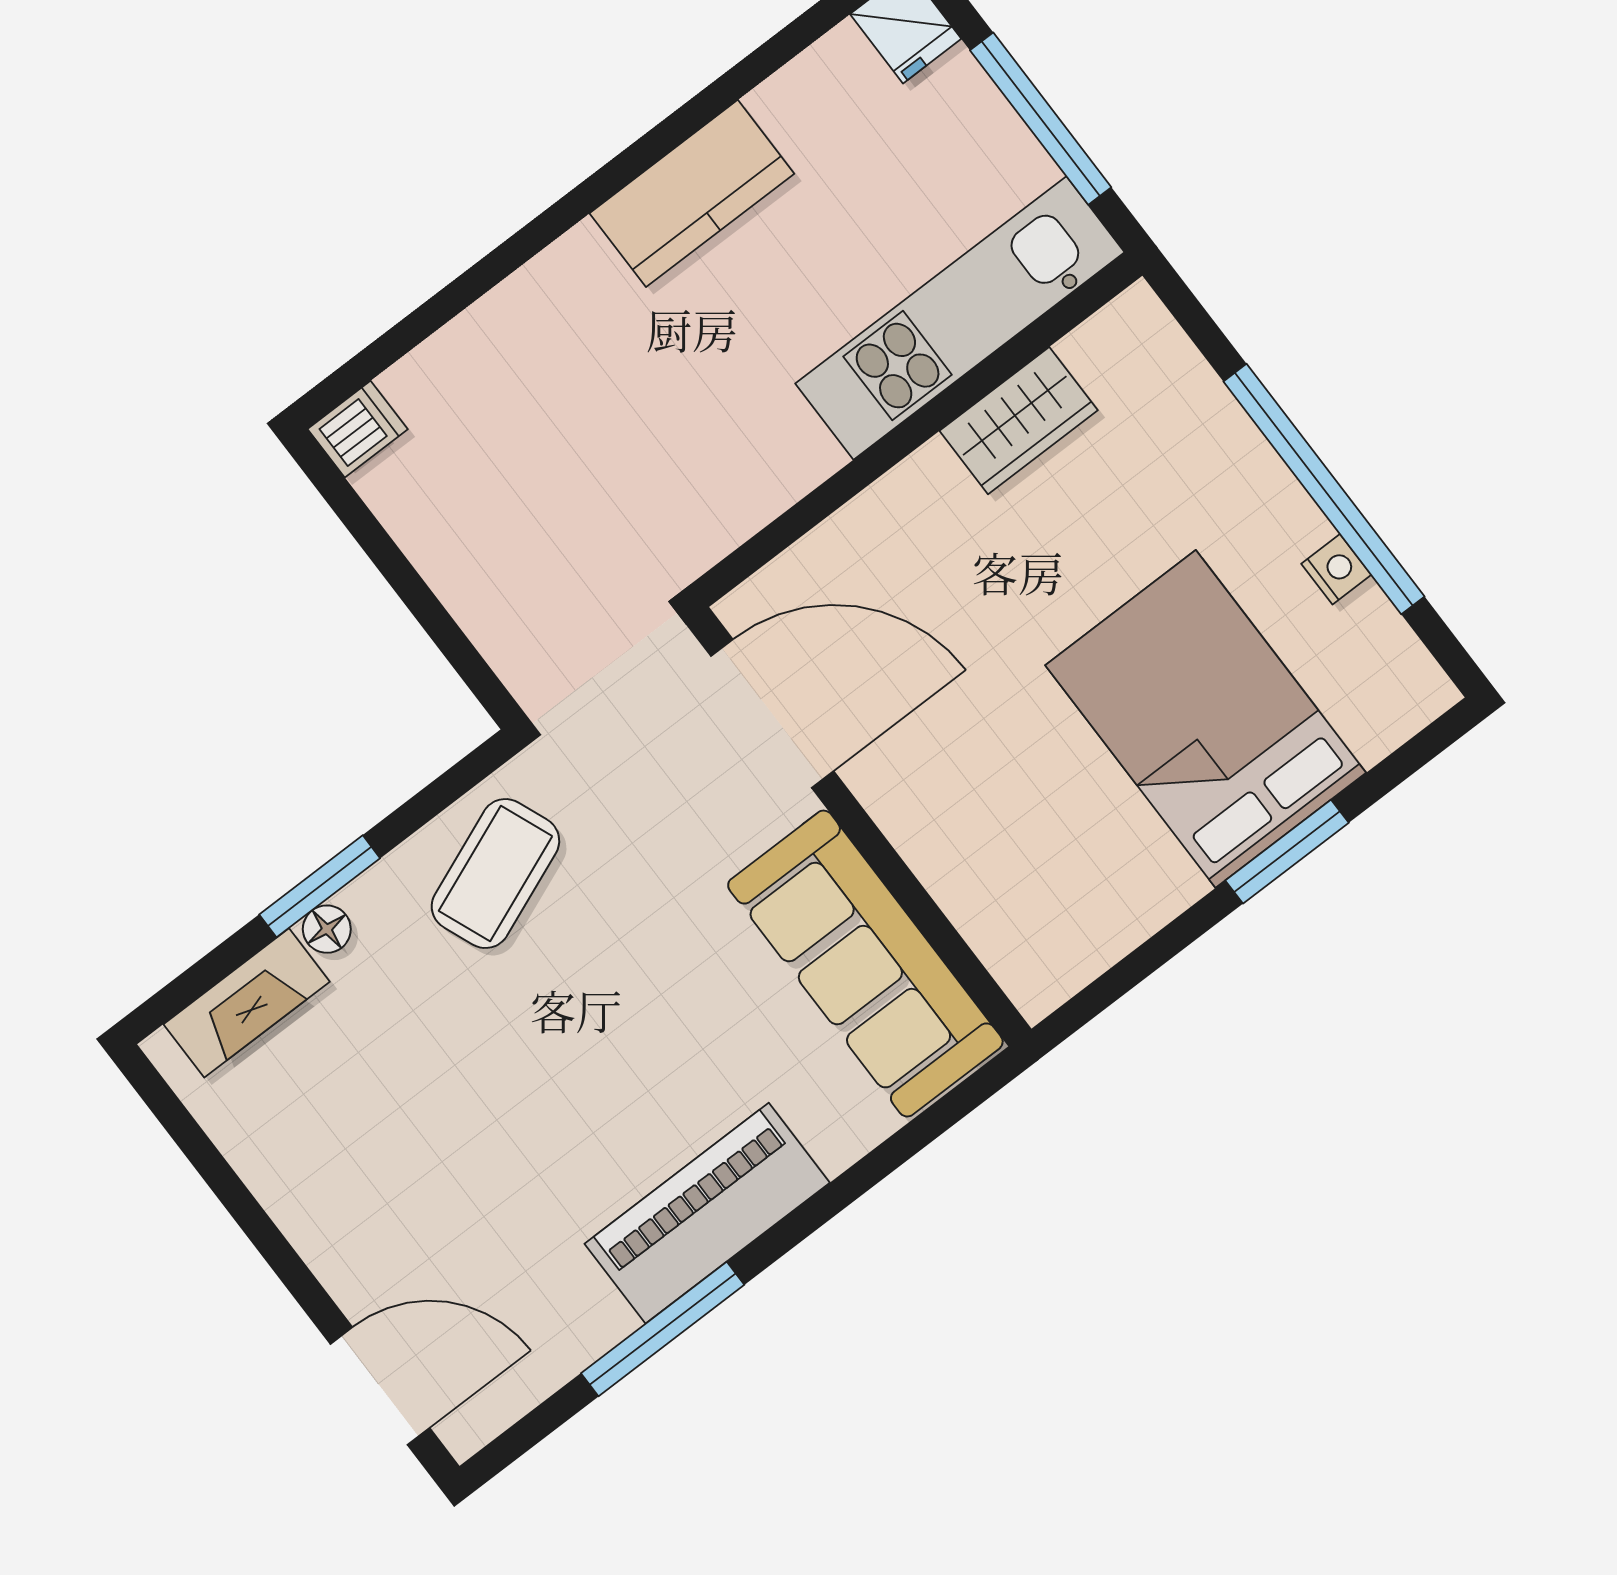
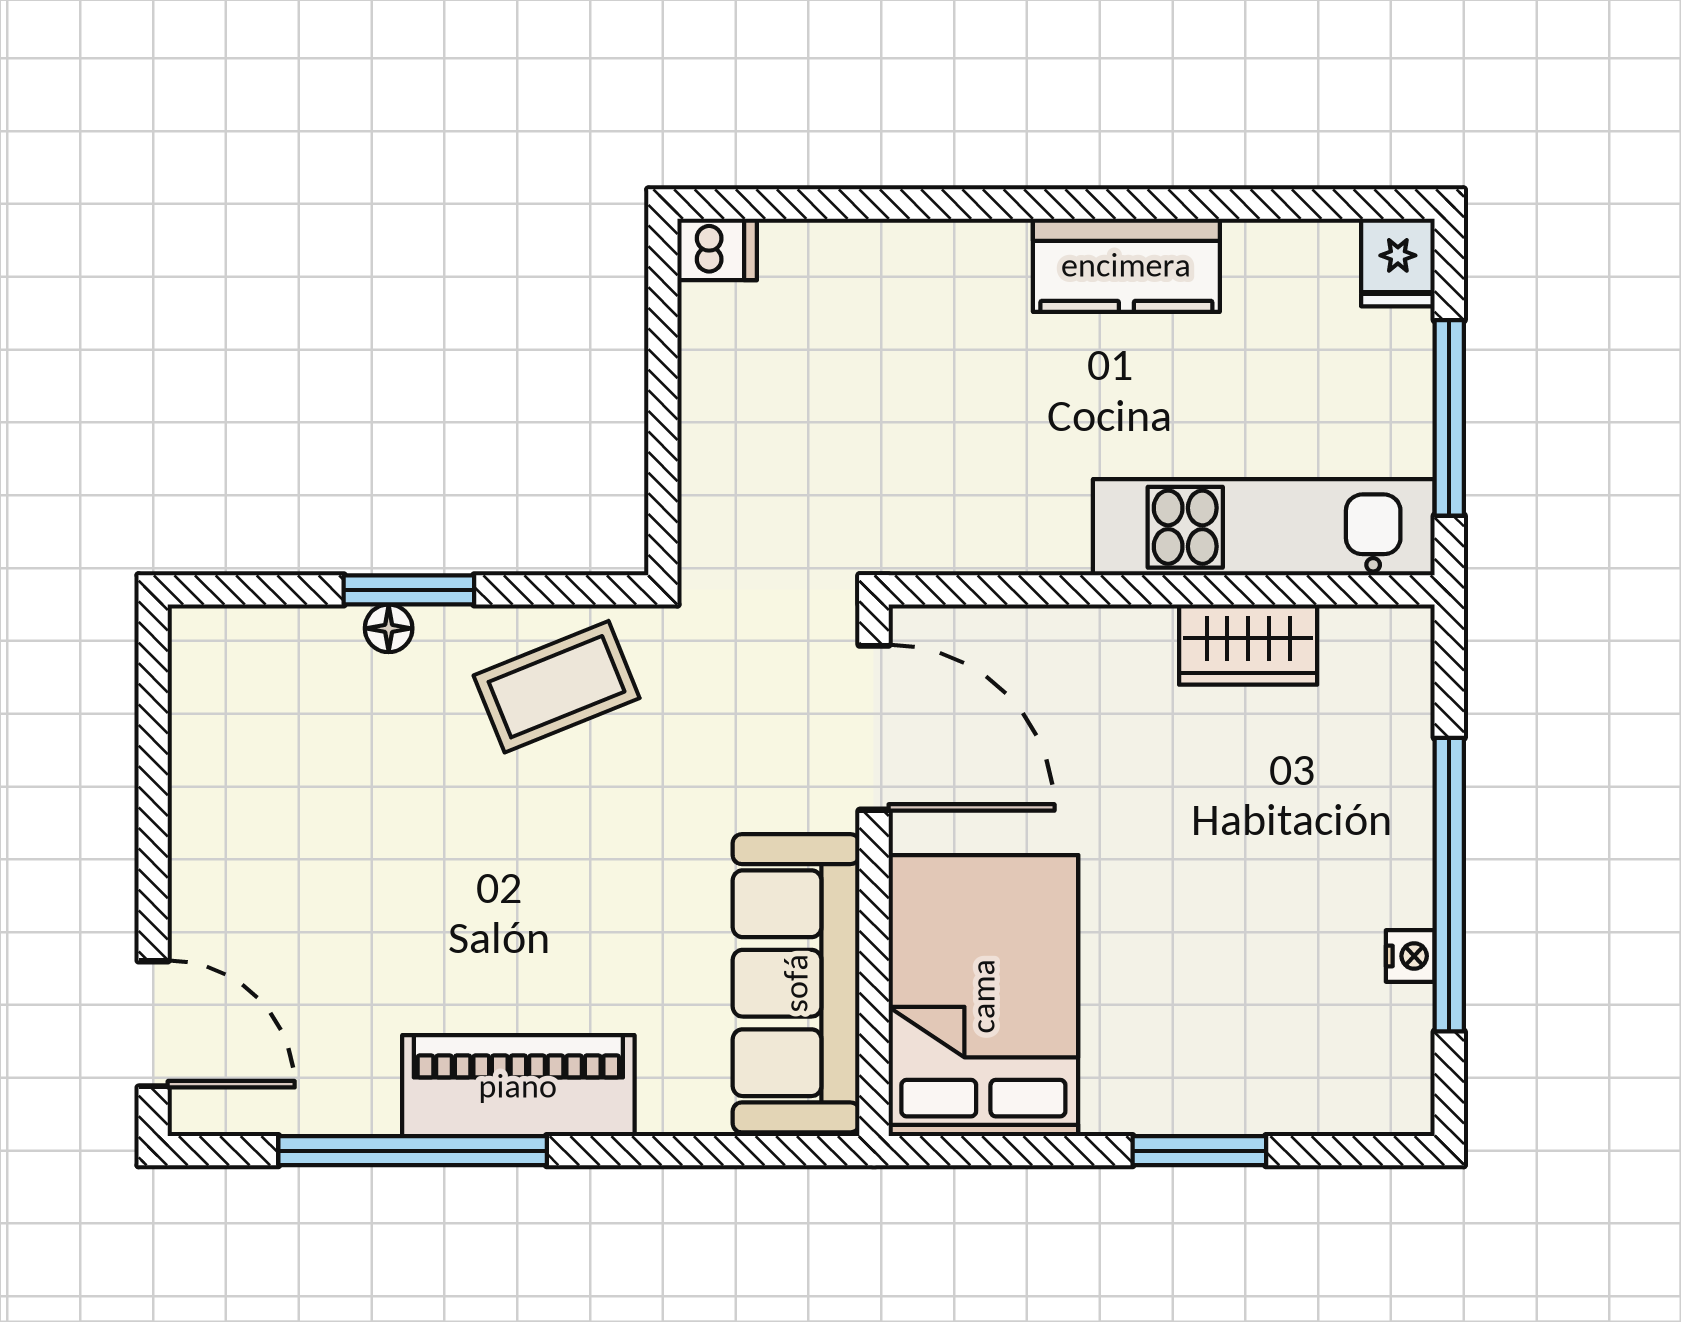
bed: (1206, 719) -> (983, 996), moved
fireplace: (247, 1003) -> (280, 638), removed
window: (663, 1329) -> (413, 1151), width x1.46

